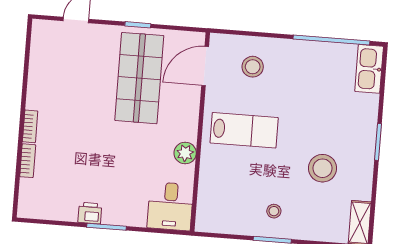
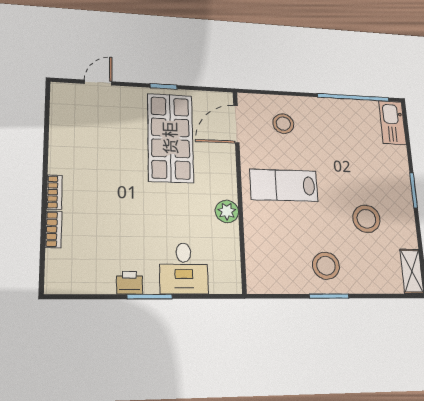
lab bench: (244, 130) -> (284, 185), turned 180
desk: (170, 206) -> (184, 268), moved
stool: (274, 211) -> (326, 266), width x1.89, depth x1.89

